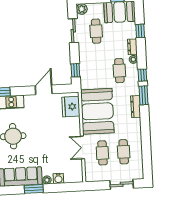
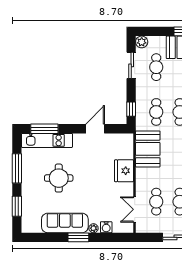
cafe table: (98, 72) -> (156, 112), added
fridge: (71, 107) -> (124, 171), moved
booth: (97, 111) -> (148, 149), width x0.73, depth x0.70
double door: (83, 148) -> (135, 209), moved

